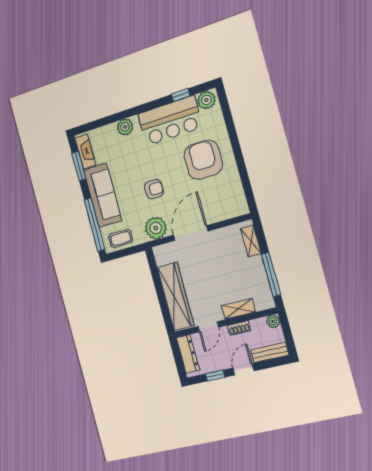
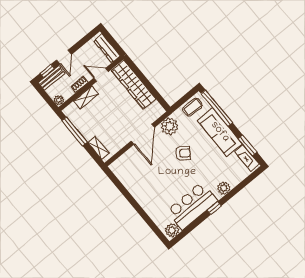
window: (181, 95) -> (214, 208), moved
armchair: (203, 160) -> (156, 189), removed
armchair: (154, 189) -> (183, 153), turned -144
door: (208, 327) -> (101, 75), hinge flipped
window: (215, 376) -> (47, 71), moved

